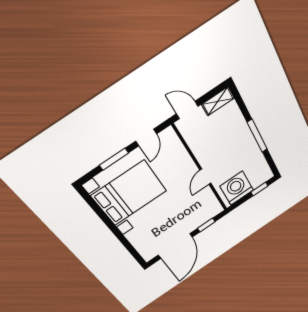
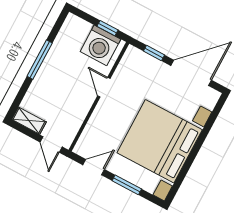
door: (205, 177) -> (104, 87), swing flipped
window: (259, 189) -> (107, 28), moved
bed with nightstands: (129, 193) -> (160, 141), width x1.36

